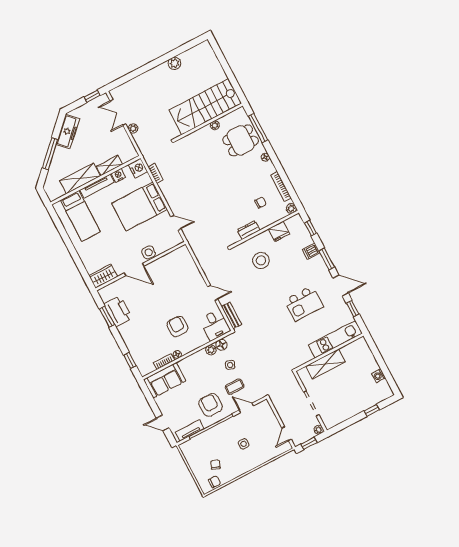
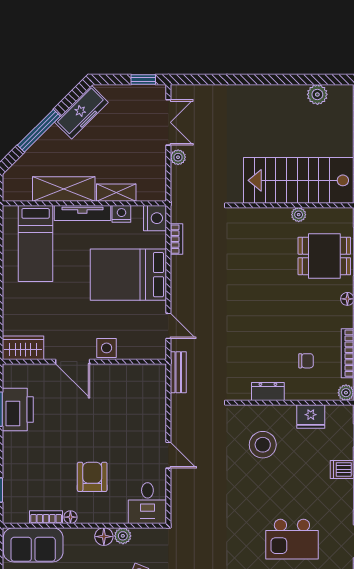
plant: (174, 63) -> (317, 94), moved
double door: (118, 112) -> (168, 122), swing flipped
bench: (231, 315) -> (178, 372), moved
floor lamp: (221, 345) -> (104, 537), moved

